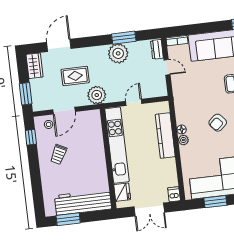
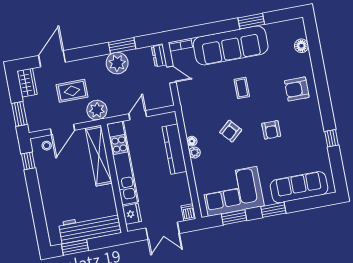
shelving: (96, 137) -> (99, 156), added
trolley: (59, 154) -> (60, 177), removed

